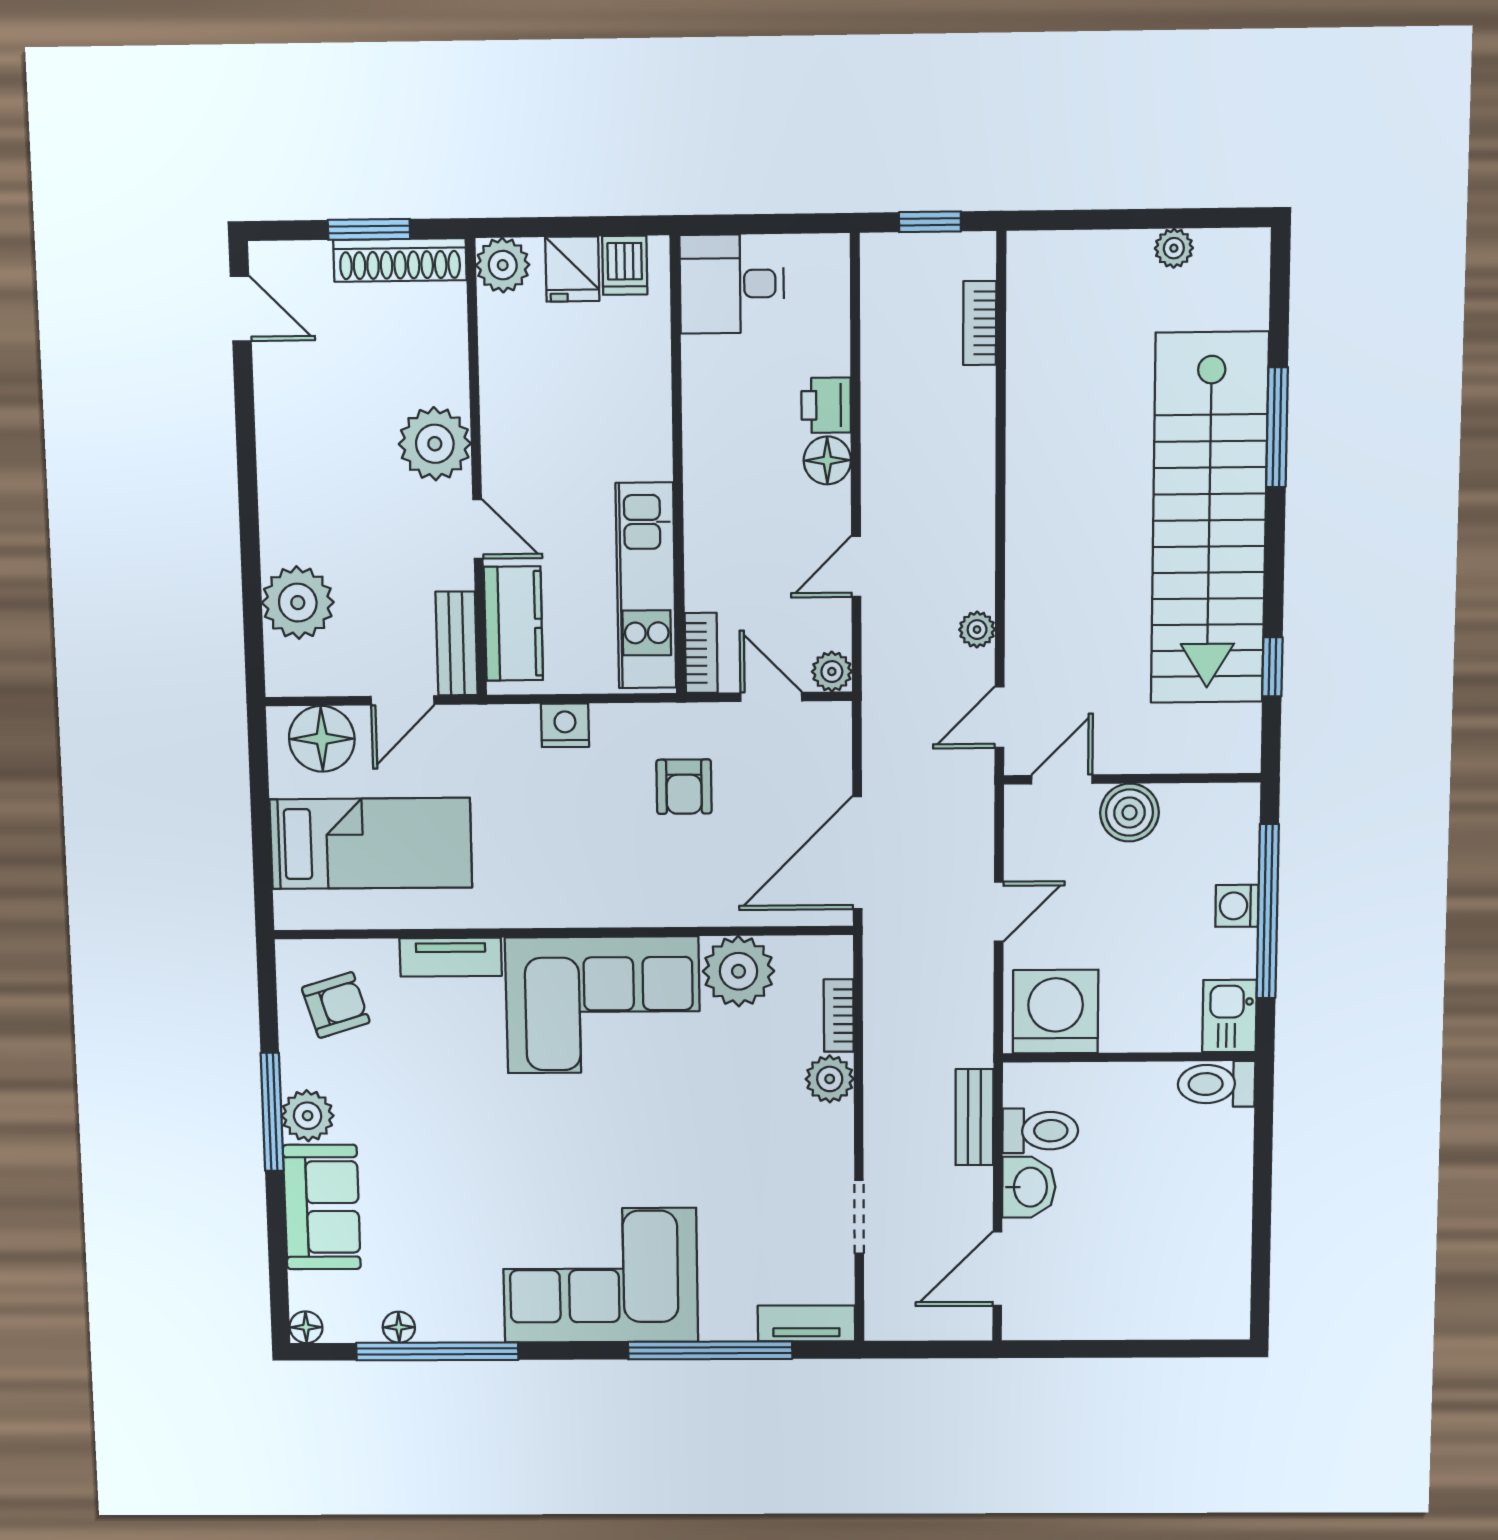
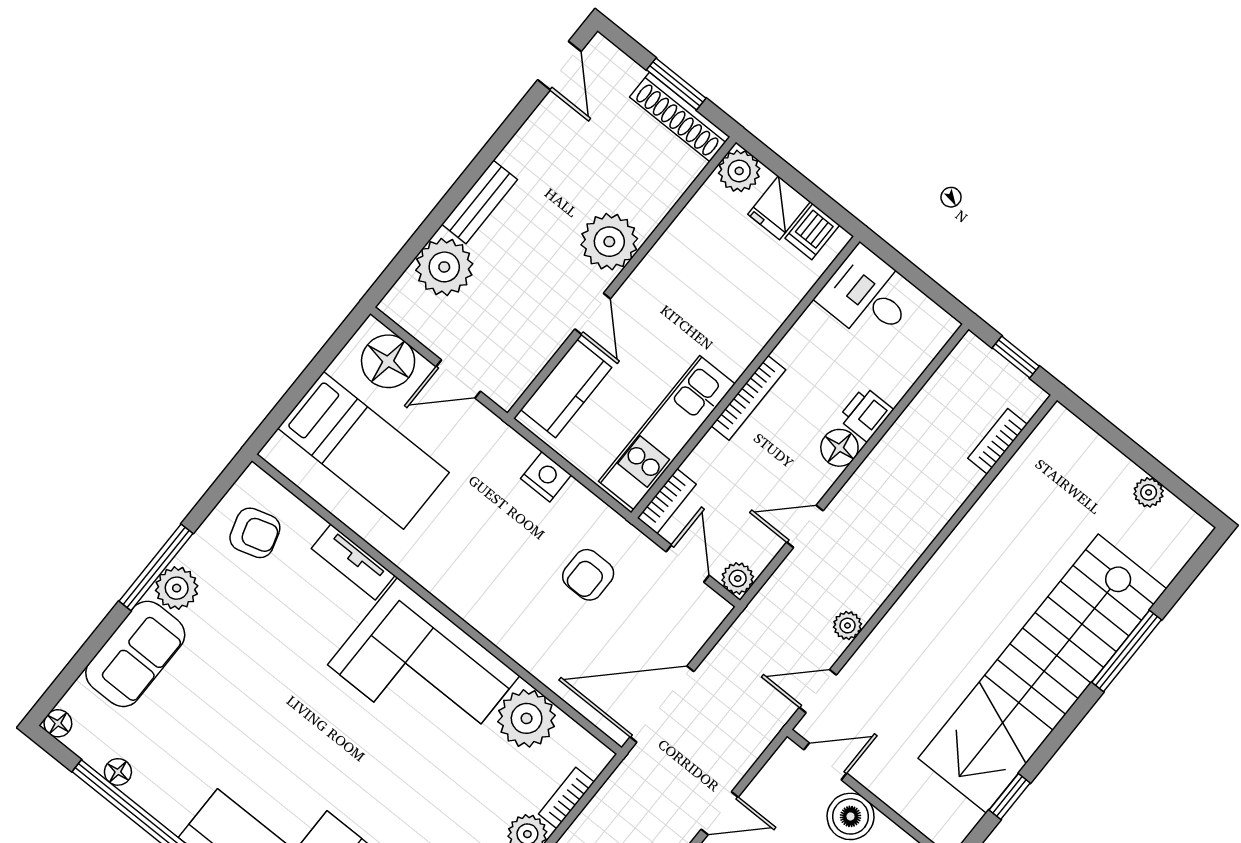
bookcase: (698, 485) -> (748, 398), added
bench: (456, 643) -> (480, 202), moved

